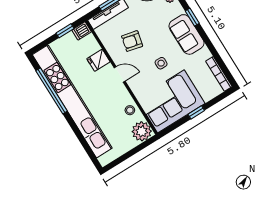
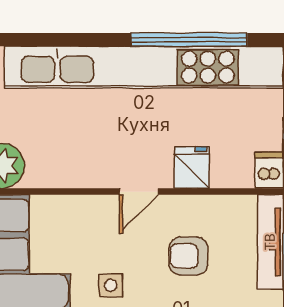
armchair: (132, 41) -> (188, 256), turned -103
stool: (130, 110) -> (57, 168), removed

